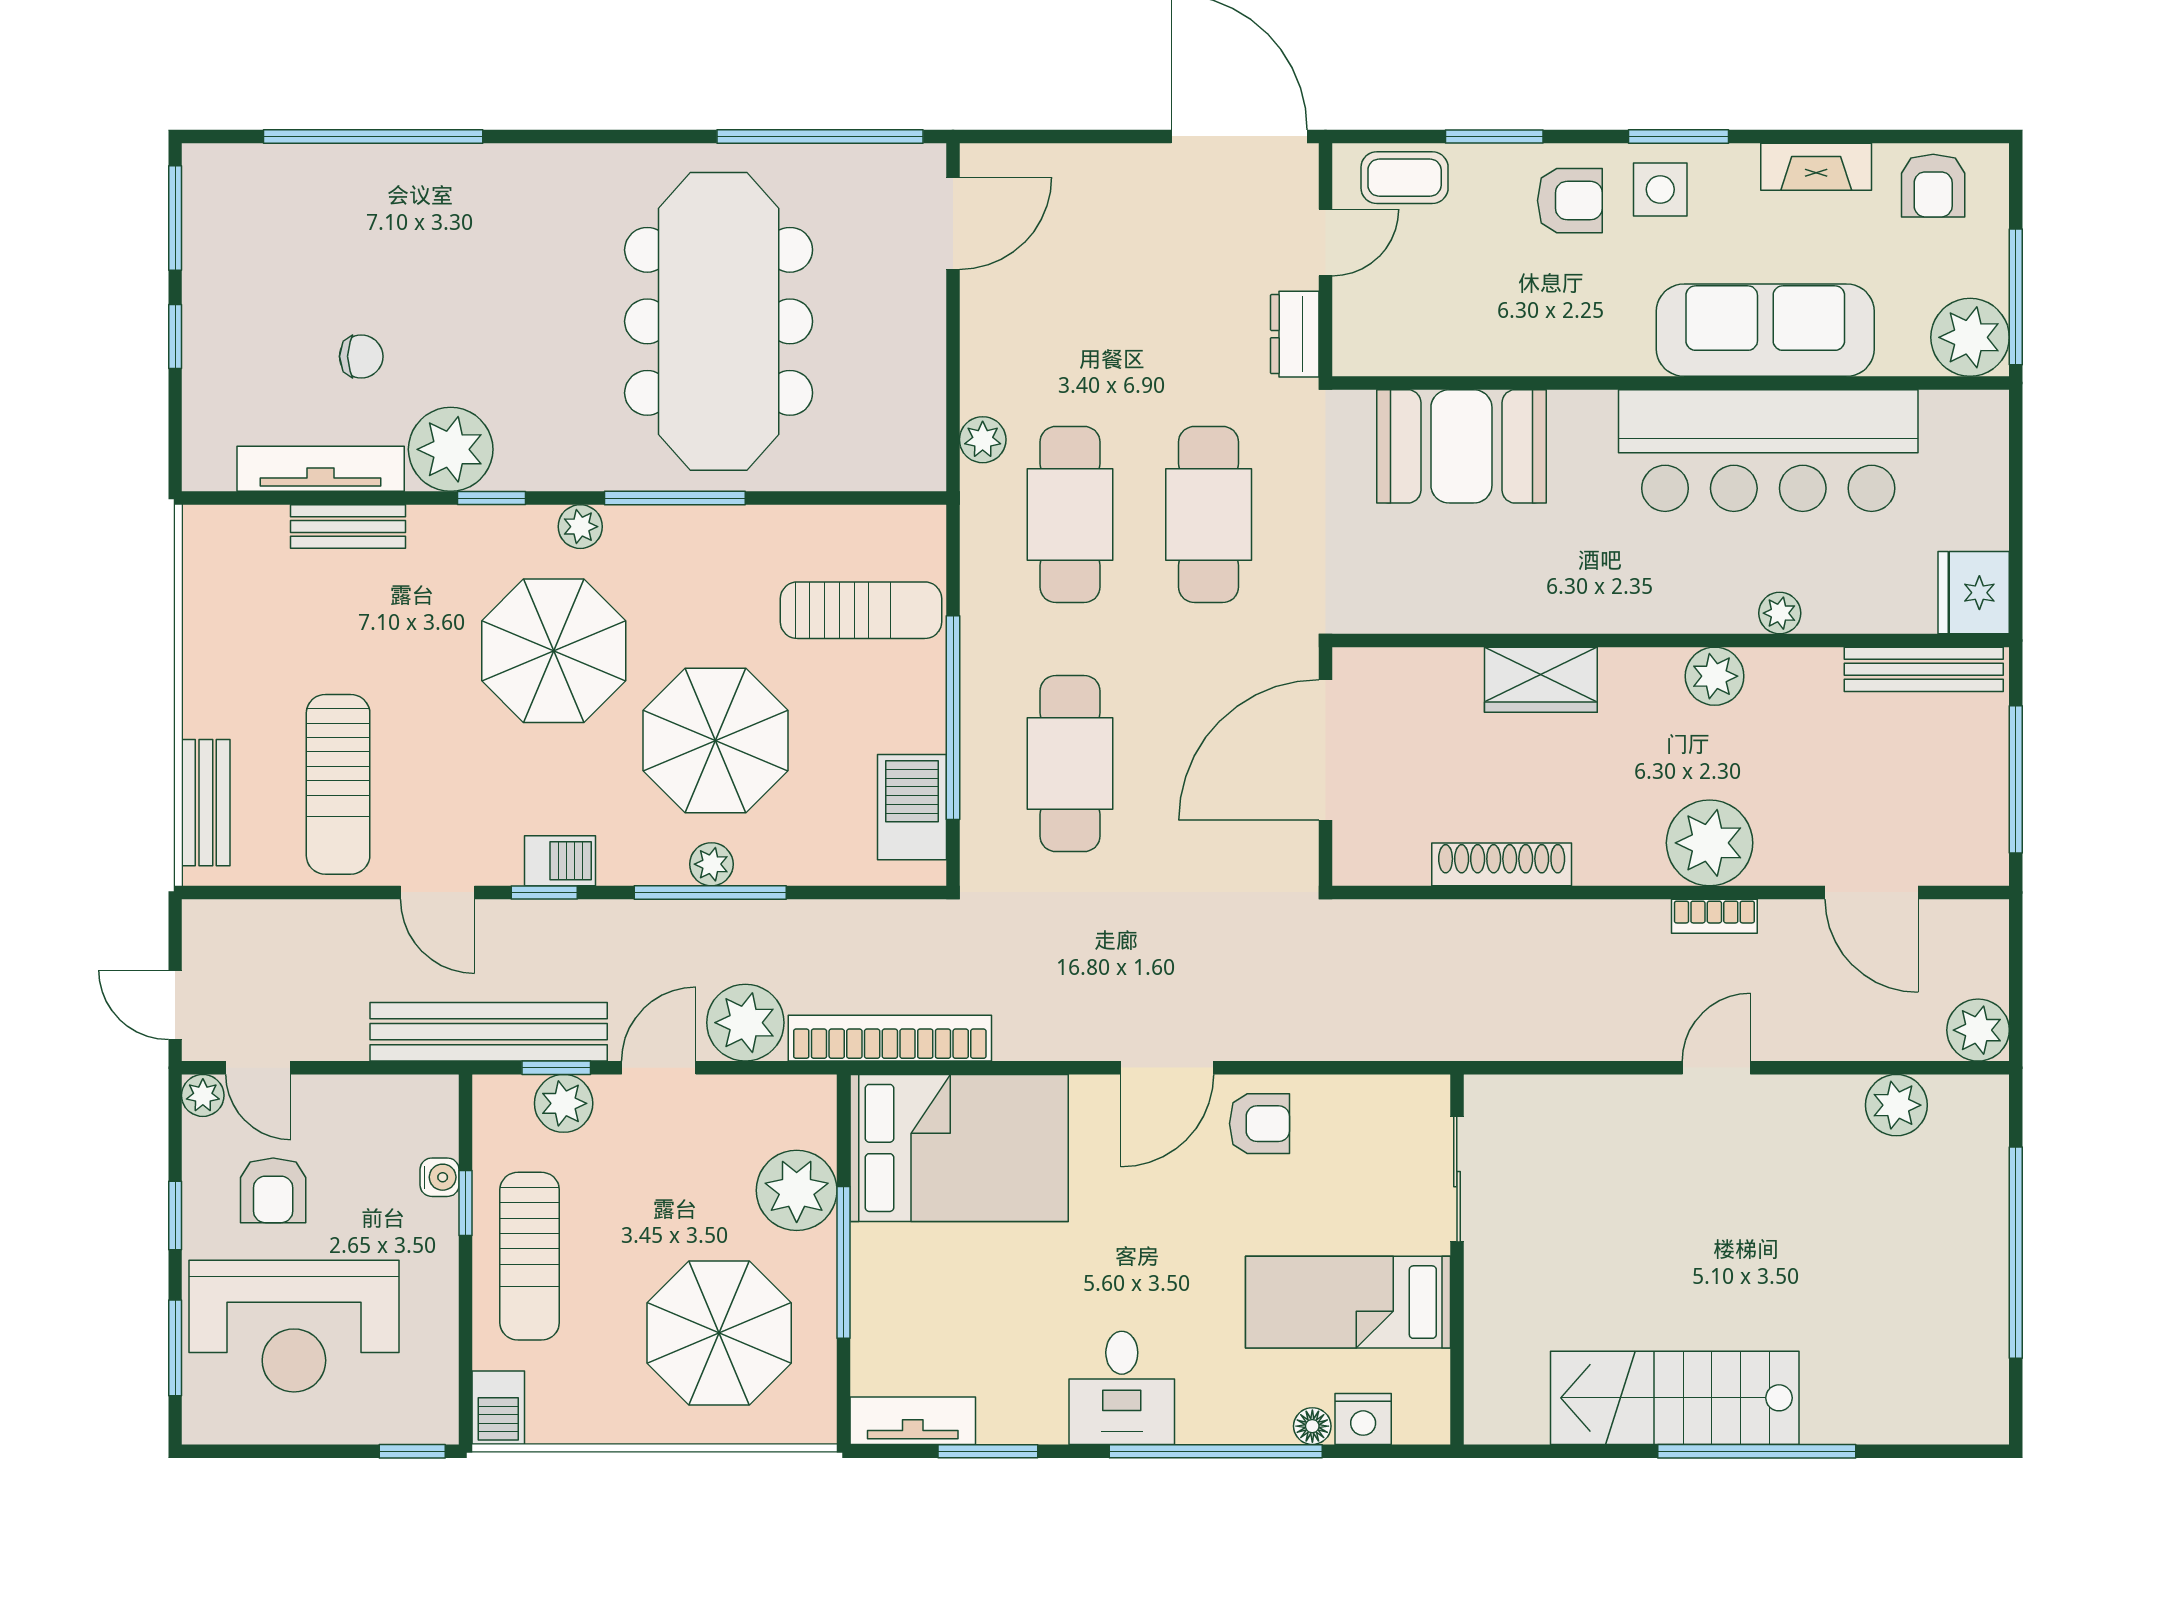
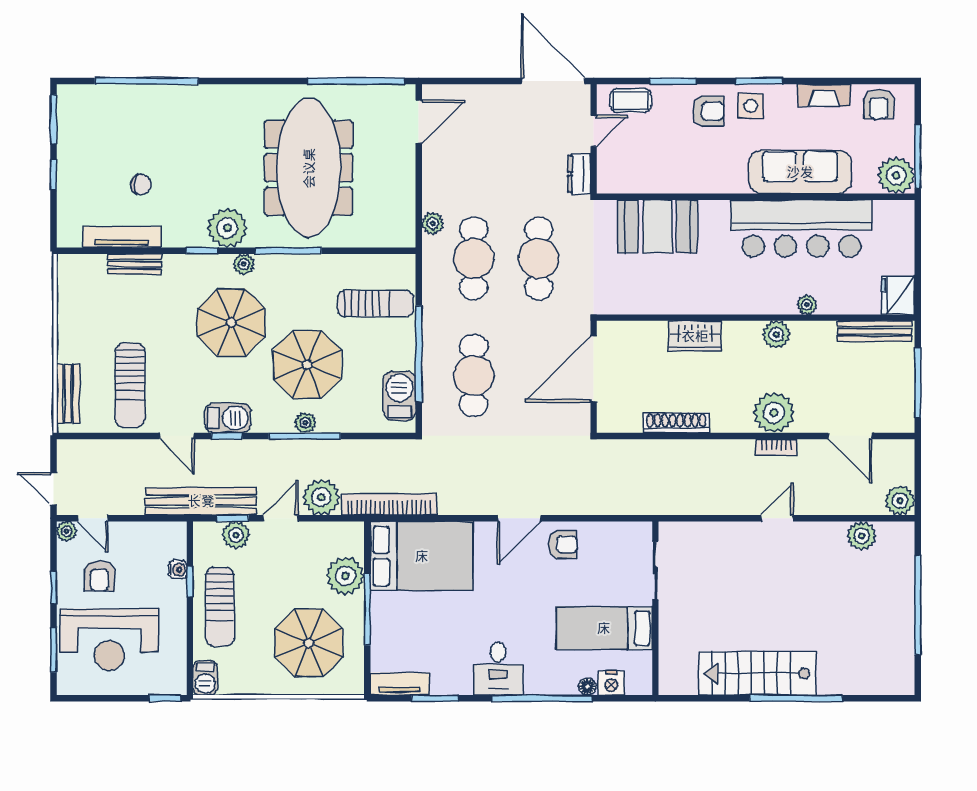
plant: (451, 449) -> (227, 228), moved
barbecue: (560, 861) -> (228, 418), width x1.38, depth x1.27

